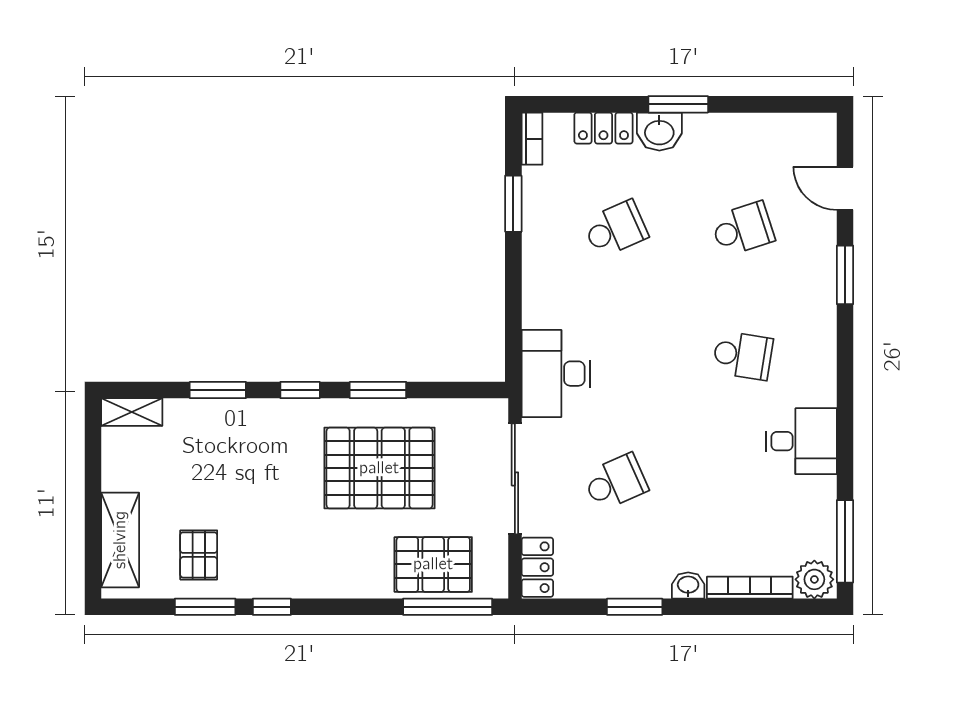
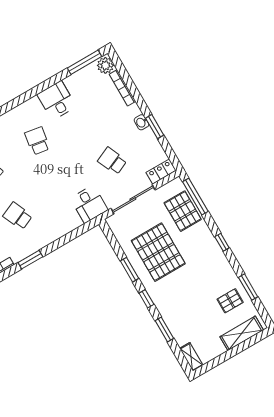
desk: (556, 374) -> (89, 204), width x0.73
washbasin: (688, 585) -> (141, 122), moved
window: (272, 607) -> (222, 242), moved

